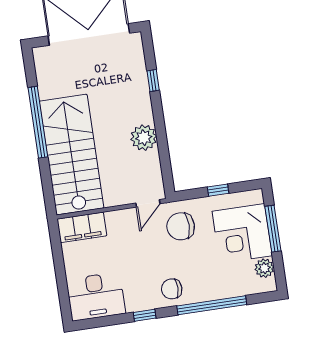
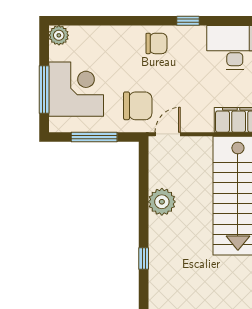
window: (218, 190) -> (94, 137), width x2.17
plant: (264, 268) -> (59, 35), moved
window: (212, 305) -> (118, 21), removed

